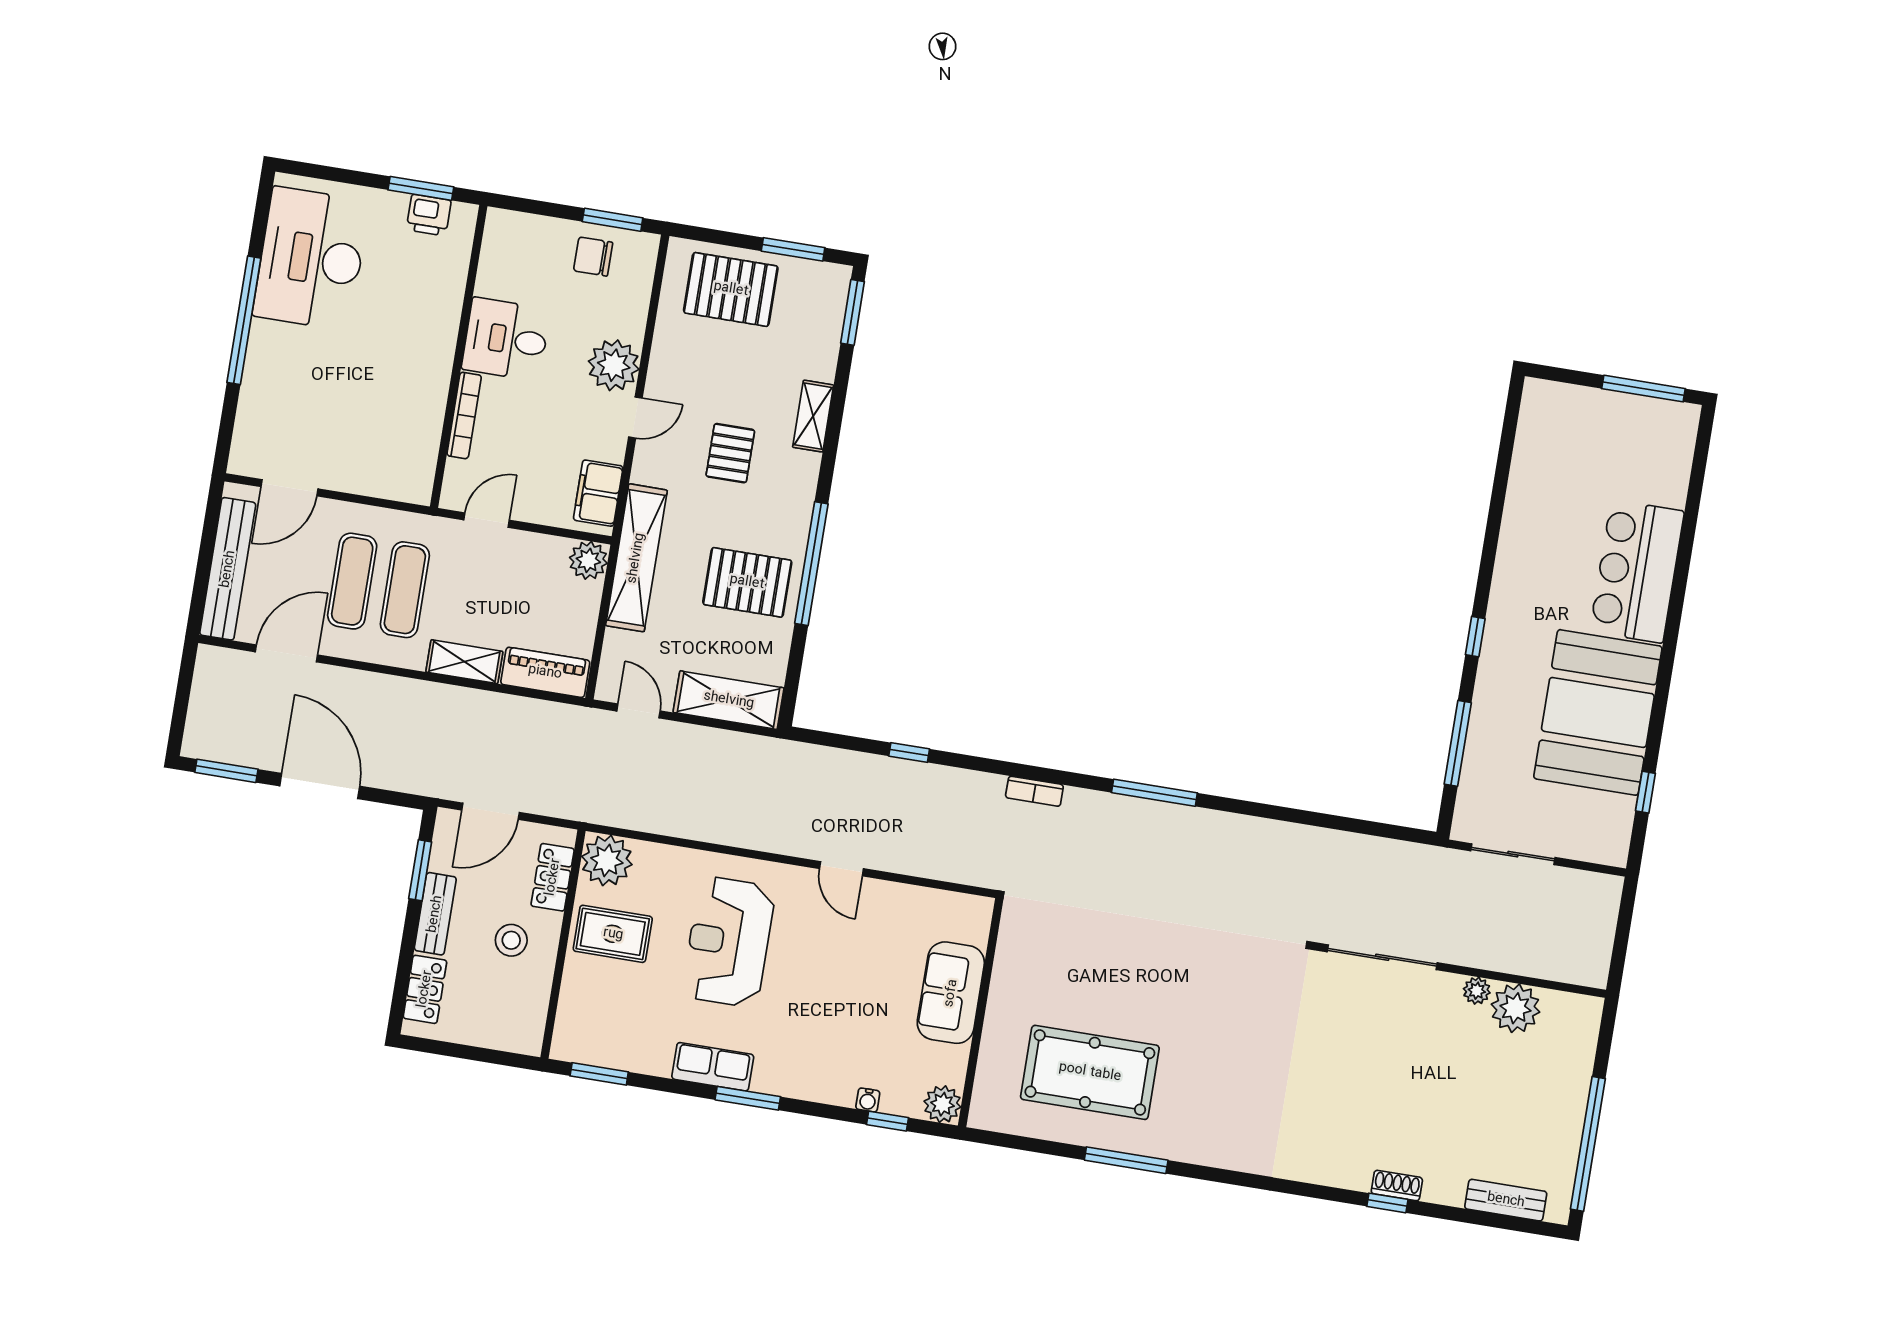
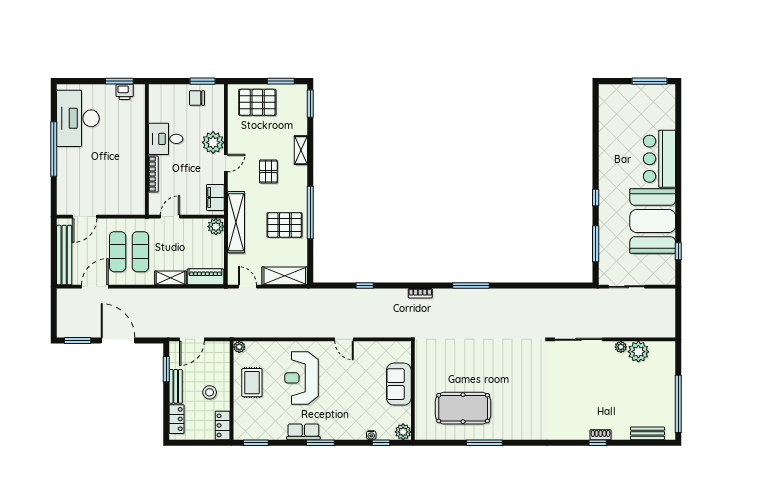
plant: (607, 860) -> (239, 347), width x0.53, depth x0.53
locker: (553, 877) -> (223, 425), moved
rug: (613, 934) -> (252, 383), turned 90

